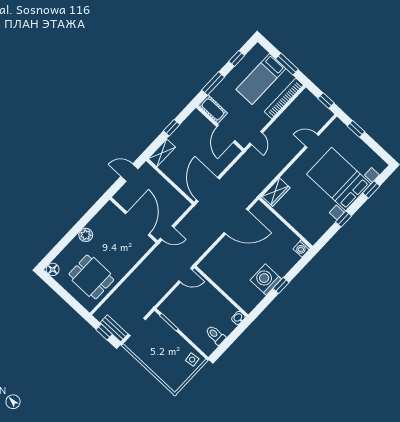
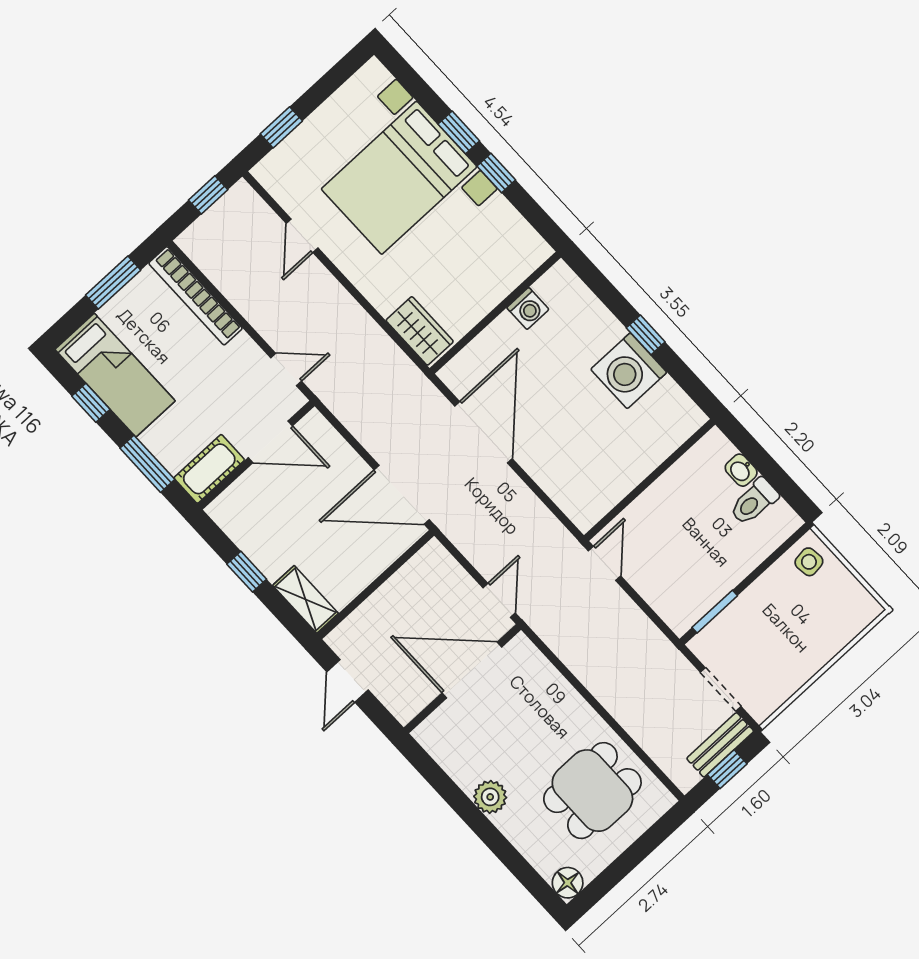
bed: (261, 79) -> (115, 375), moved
window: (371, 189) -> (459, 132), moved
washing machine: (302, 248) -> (528, 309), moved
washbasin: (238, 318) -> (741, 470), moved

